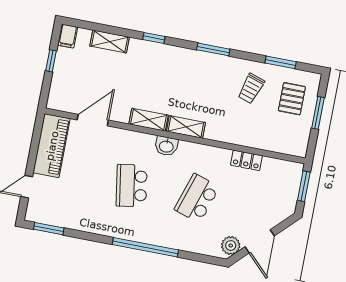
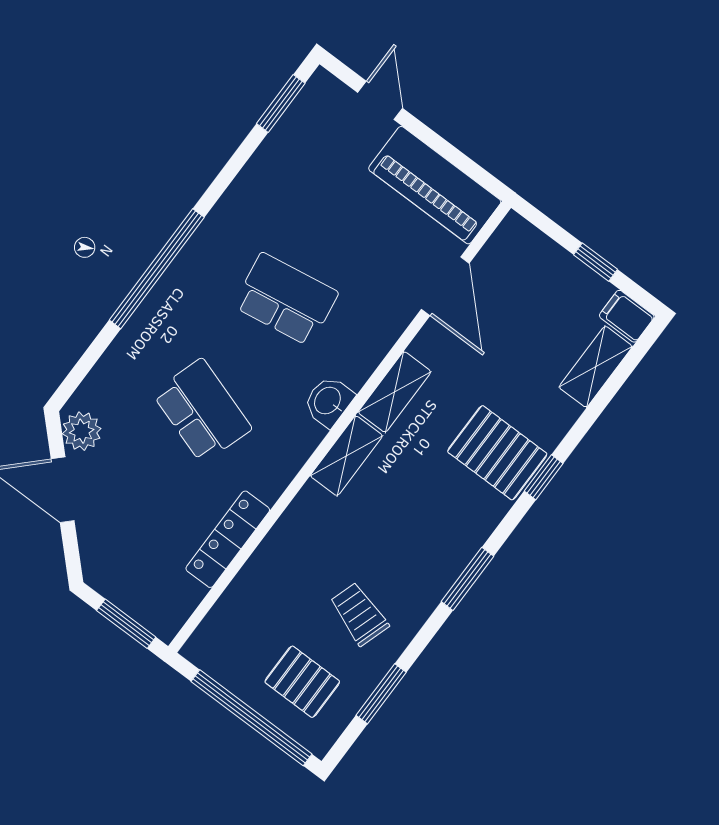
shelving: (110, 42) -> (596, 367), moved
pallet: (153, 63) -> (497, 453), added
window: (318, 113) -> (251, 718), width x2.11
locker: (246, 160) -> (228, 539), width x1.53

